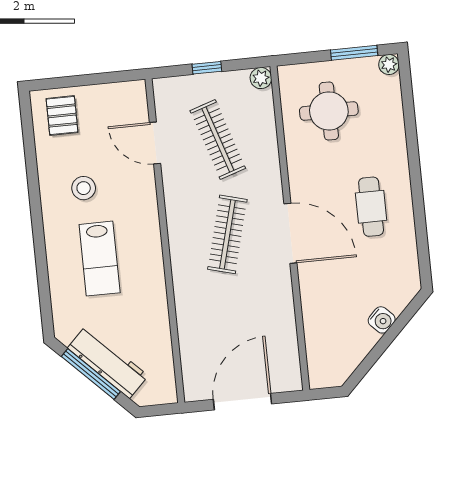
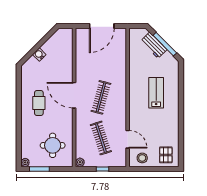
stool: (84, 188) -> (142, 158), moved
workbench: (108, 362) -> (154, 45), width x0.73

